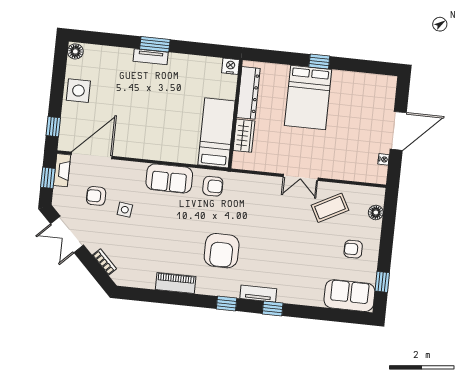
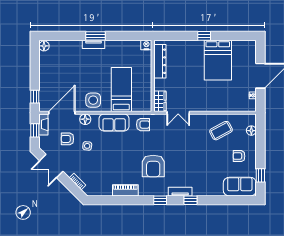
side table: (78, 91) -> (93, 100), moved
bed: (308, 97) -> (218, 60), moved
bed: (216, 133) -> (121, 90), moved
wardrobe: (244, 136) -> (160, 101), moved
floor lamp: (126, 169) -> (85, 119), added
double door: (301, 177) -> (178, 113), moved

